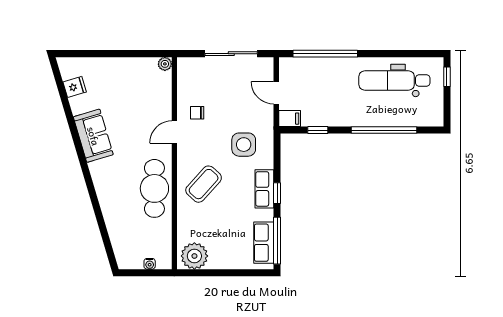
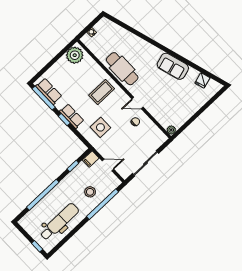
stool: (326, 81) -> (90, 192), added
door: (174, 132) -> (137, 103), swing flipped
coffee table: (204, 184) -> (102, 92), turned 48

